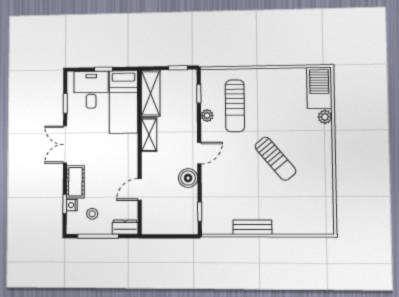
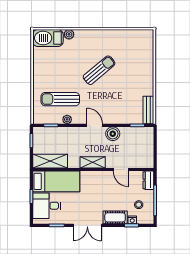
sun lounger: (235, 106) -> (60, 99), turned 180
shelving: (149, 135) -> (93, 162), moved
bench: (252, 227) -> (148, 110), moved

